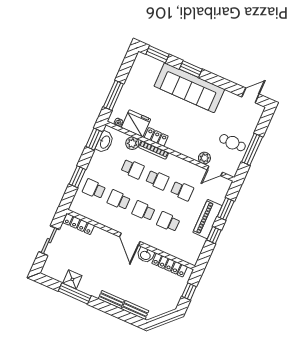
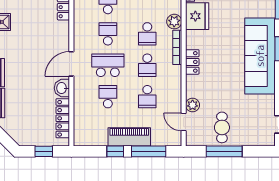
locker: (156, 137) -> (192, 62), moved
window: (226, 209) -> (149, 151), width x1.44
school desk: (143, 211) -> (108, 65), width x1.85

